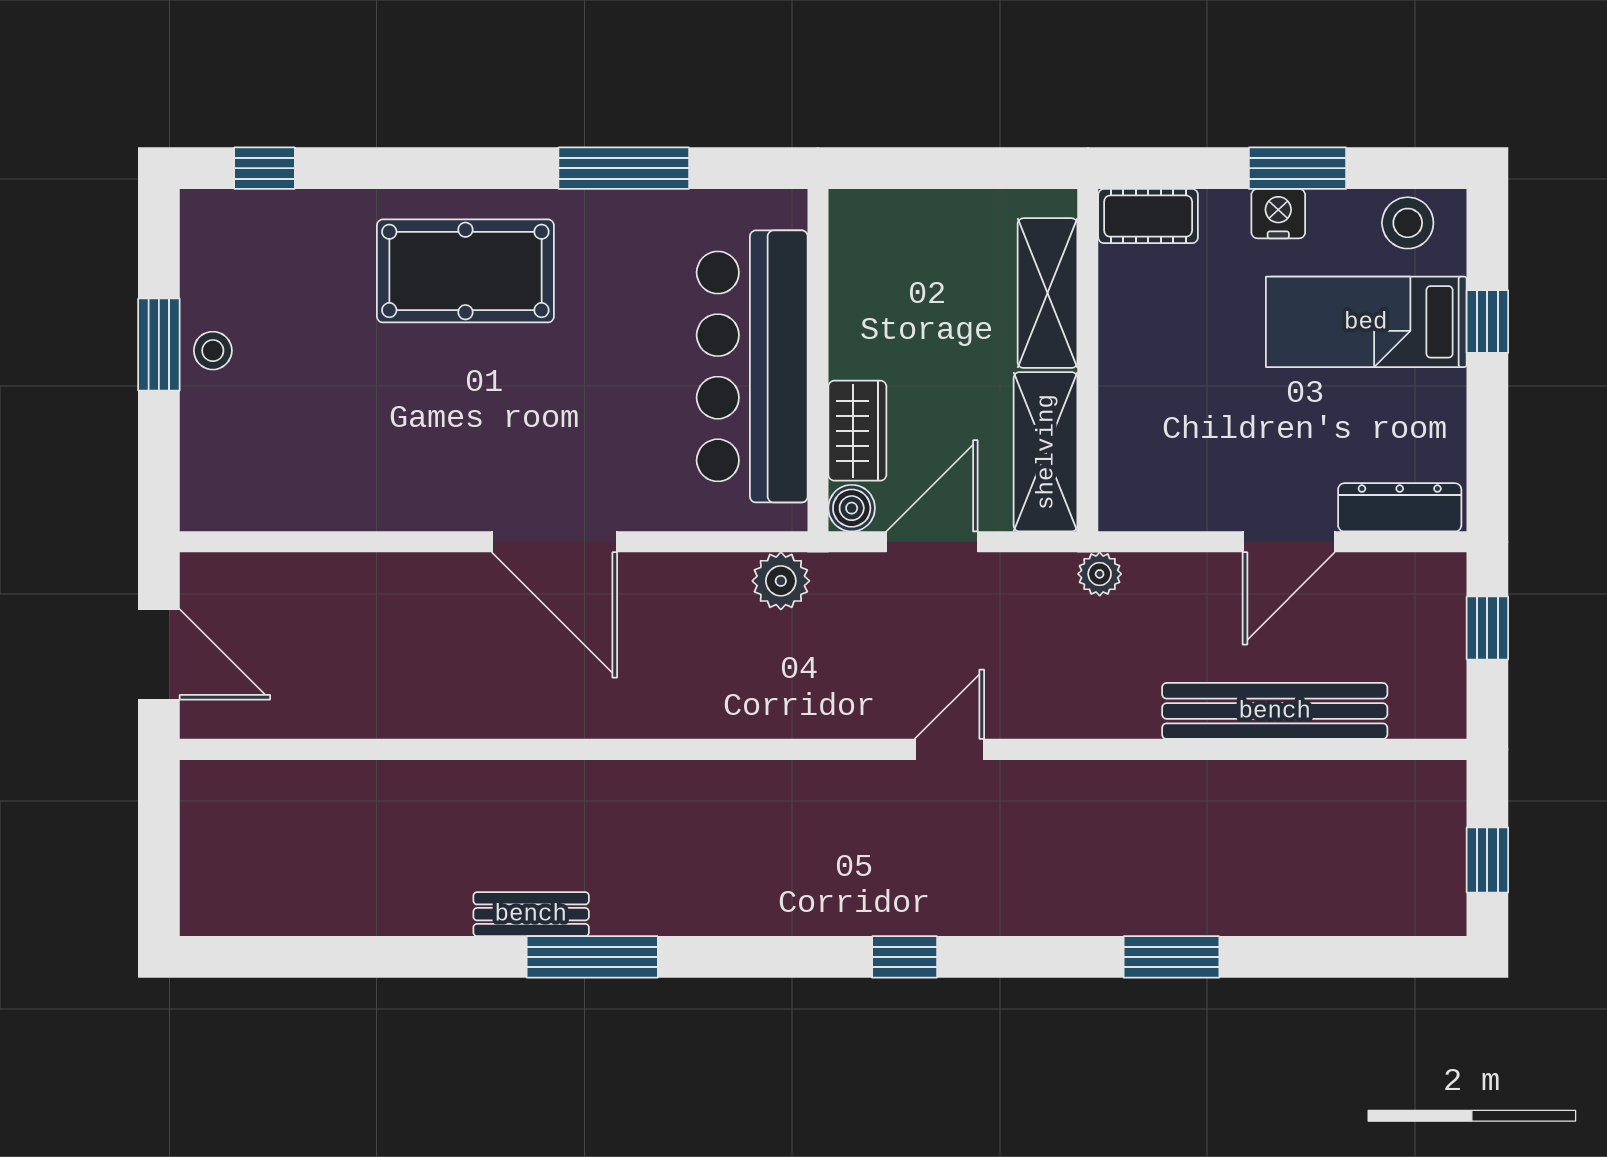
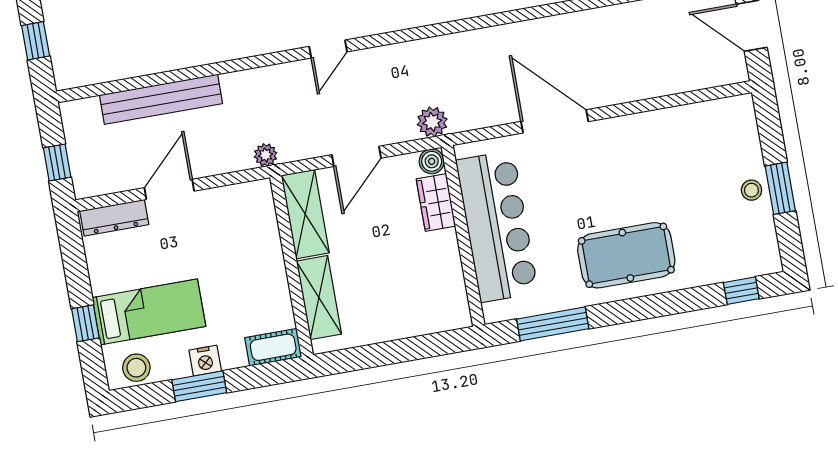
wall: (818, 360) -> (463, 236), moved
bar counter: (752, 366) -> (497, 226), moved
wardrobe: (857, 431) -> (436, 203), moved
boiler: (852, 508) -> (432, 161), moved

